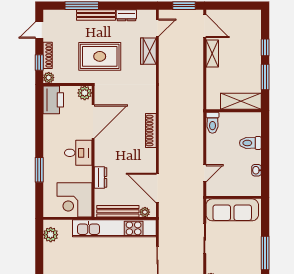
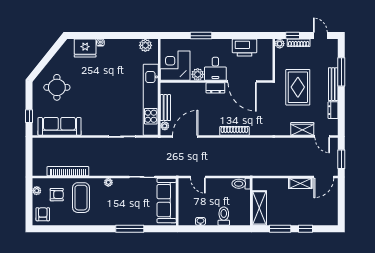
plant: (85, 93) -> (198, 74), moved
printer: (53, 100) -> (244, 48), moved
dresser: (100, 177) -> (215, 88), moved
bench: (118, 211) -> (165, 108), width x0.73

